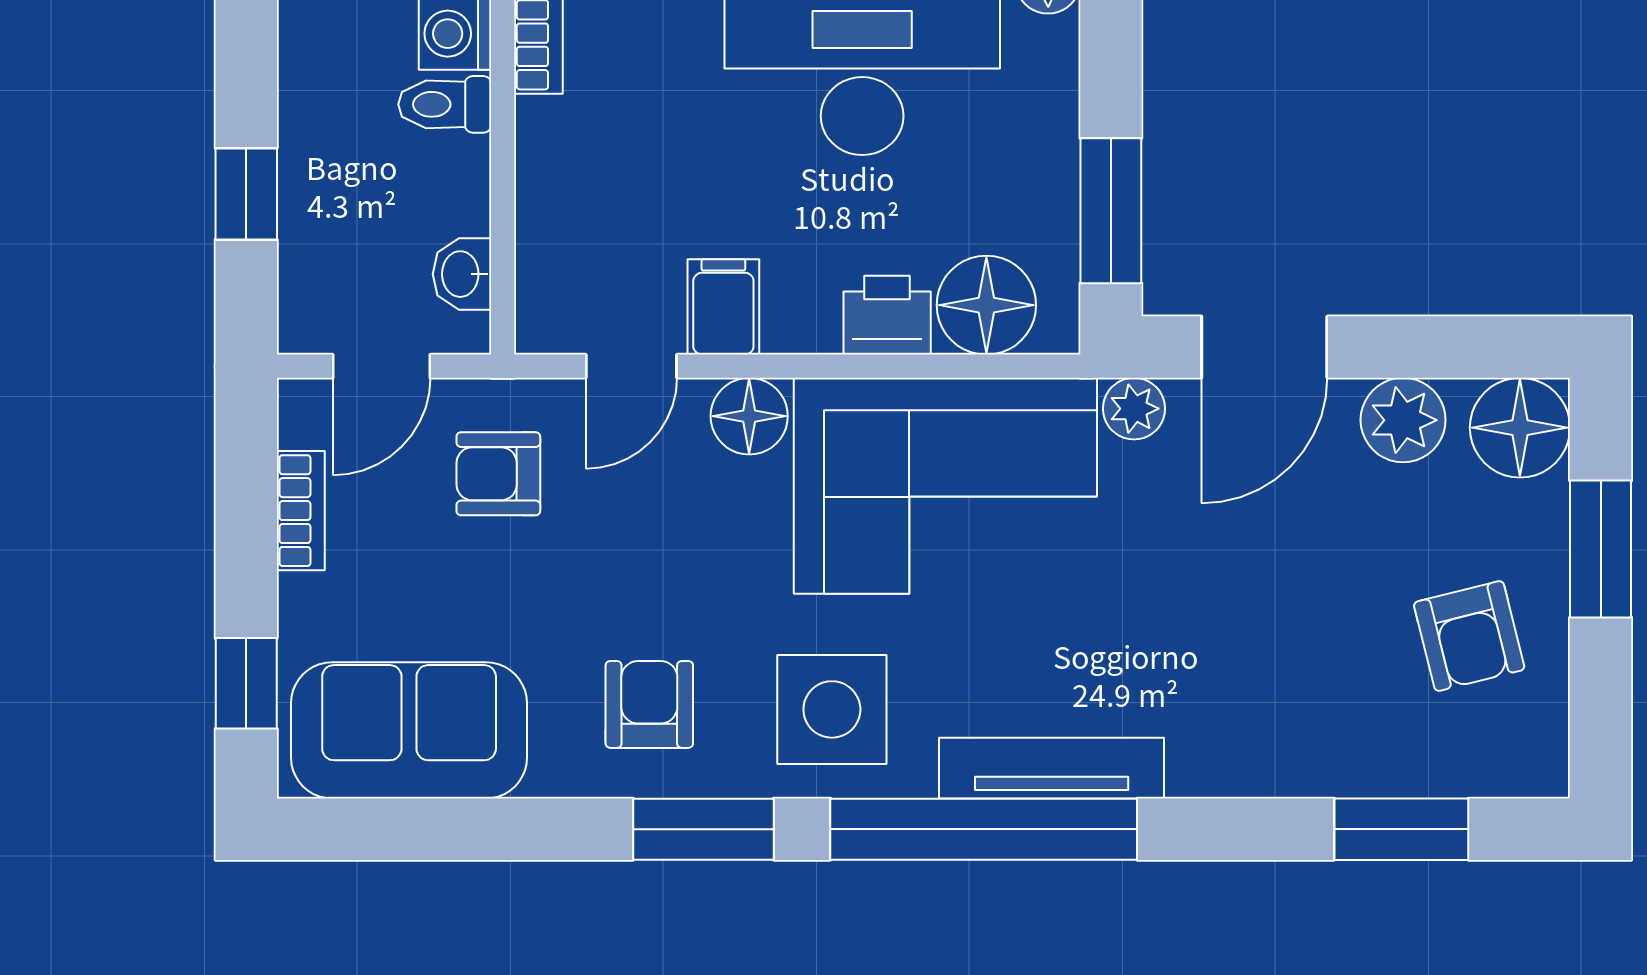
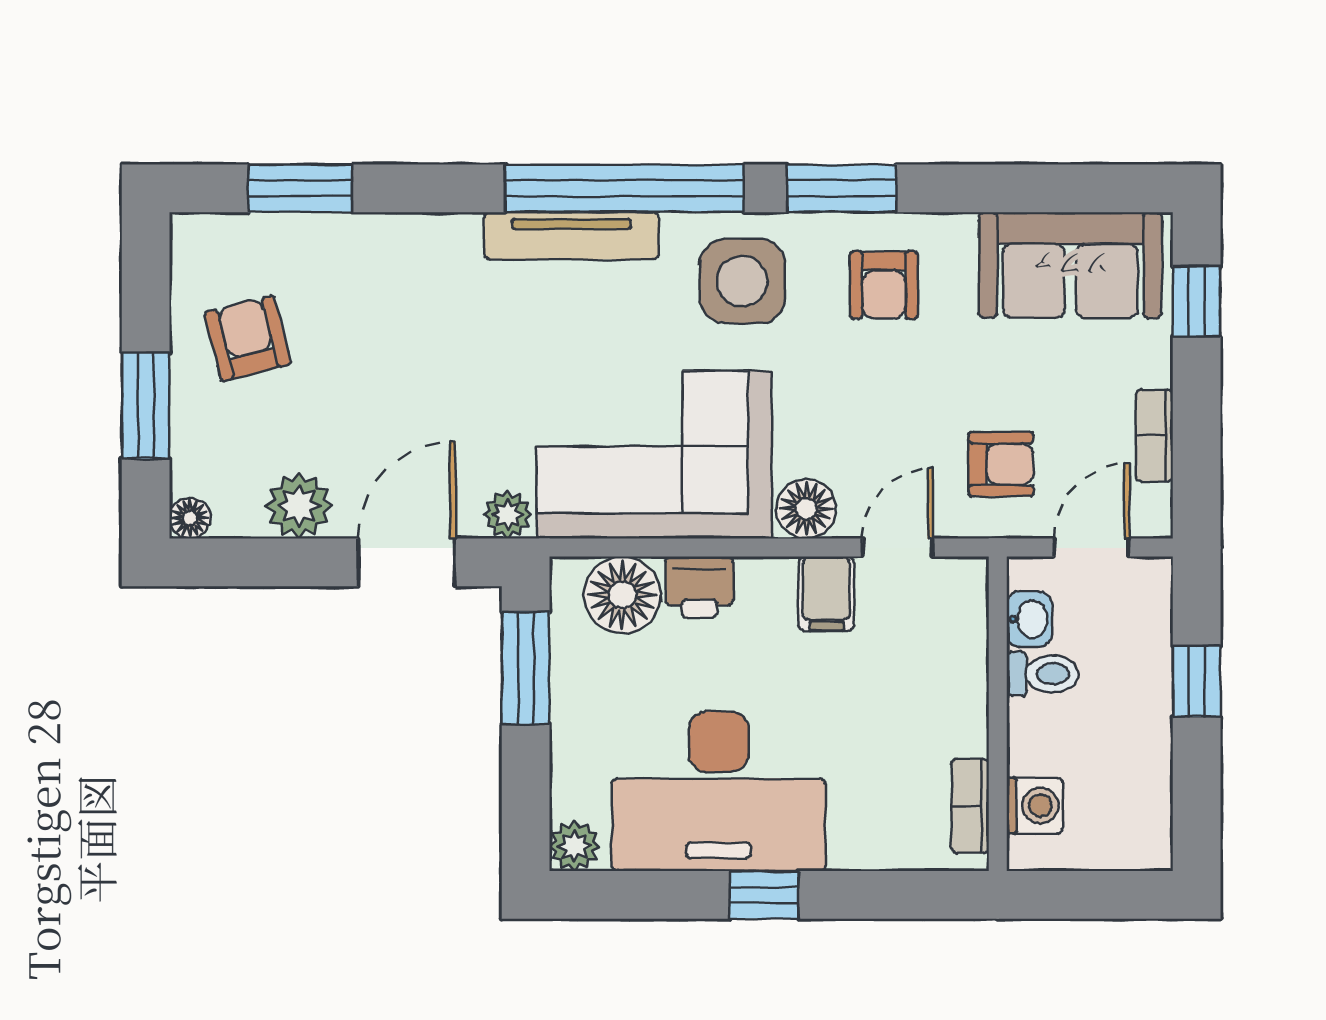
toilet: (445, 104) -> (1043, 674), moved
floor lamp: (1520, 428) -> (190, 518), width x0.53, depth x0.53

